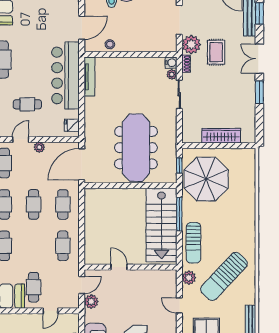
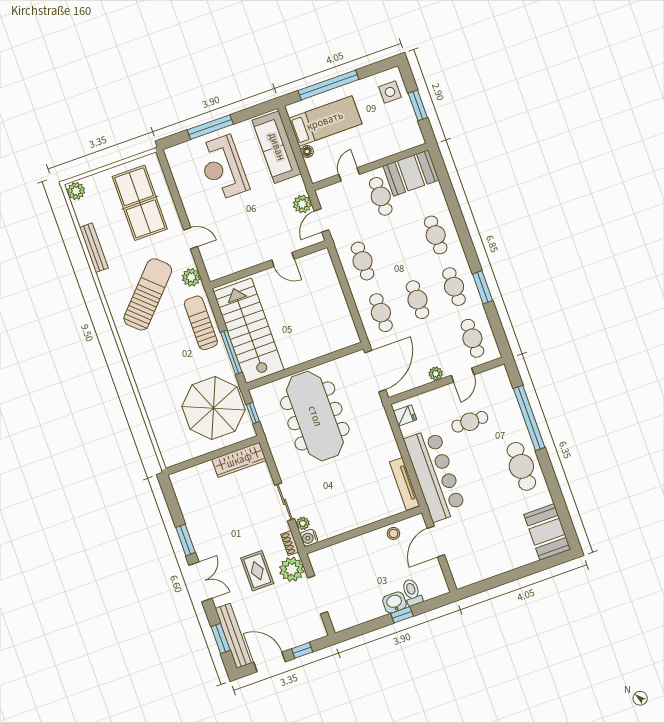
wardrobe: (221, 136) -> (239, 460), moved

